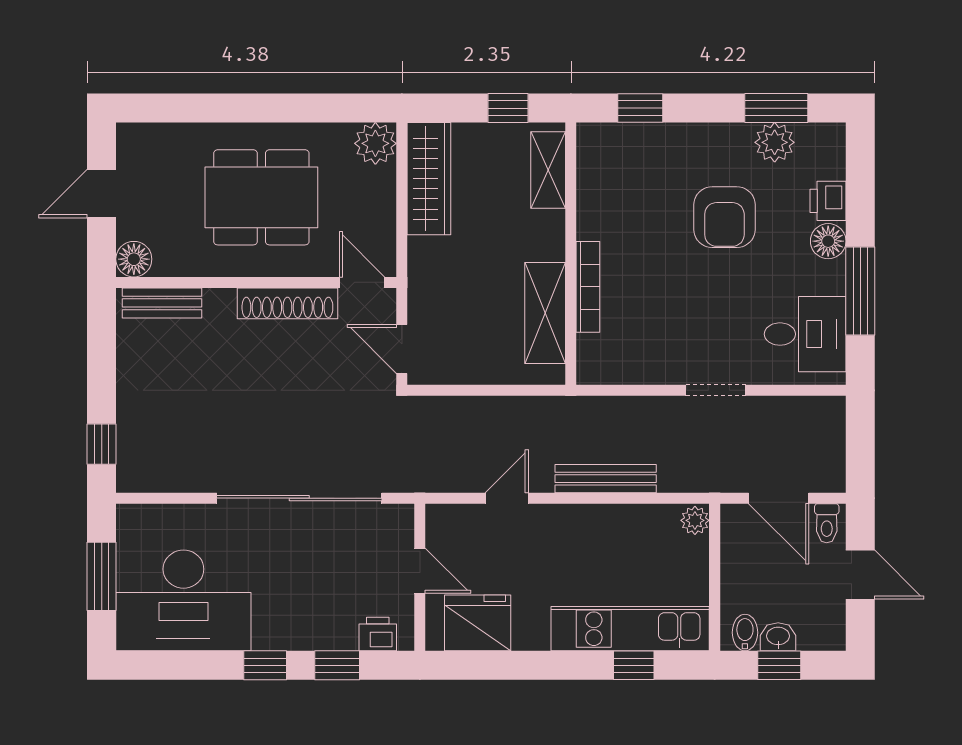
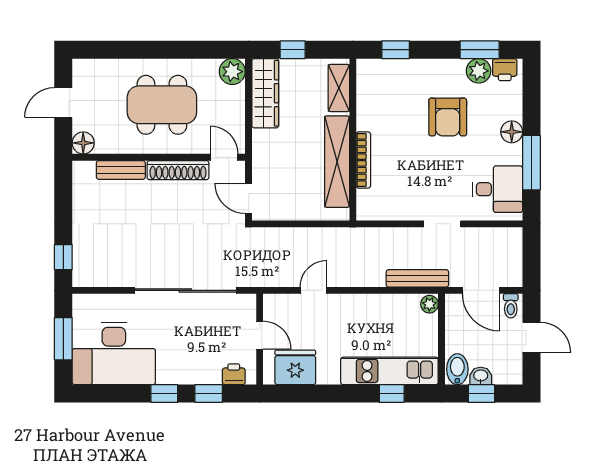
window: (508, 108) -> (293, 50), moved
printer: (828, 201) -> (505, 70), moved, turned -90
bench: (162, 303) -> (121, 170), moved
shelving: (545, 313) -> (337, 162), width x1.47
bench: (606, 479) -> (417, 278), moved
bidet: (745, 633) -> (457, 369), width x1.38, depth x1.36

